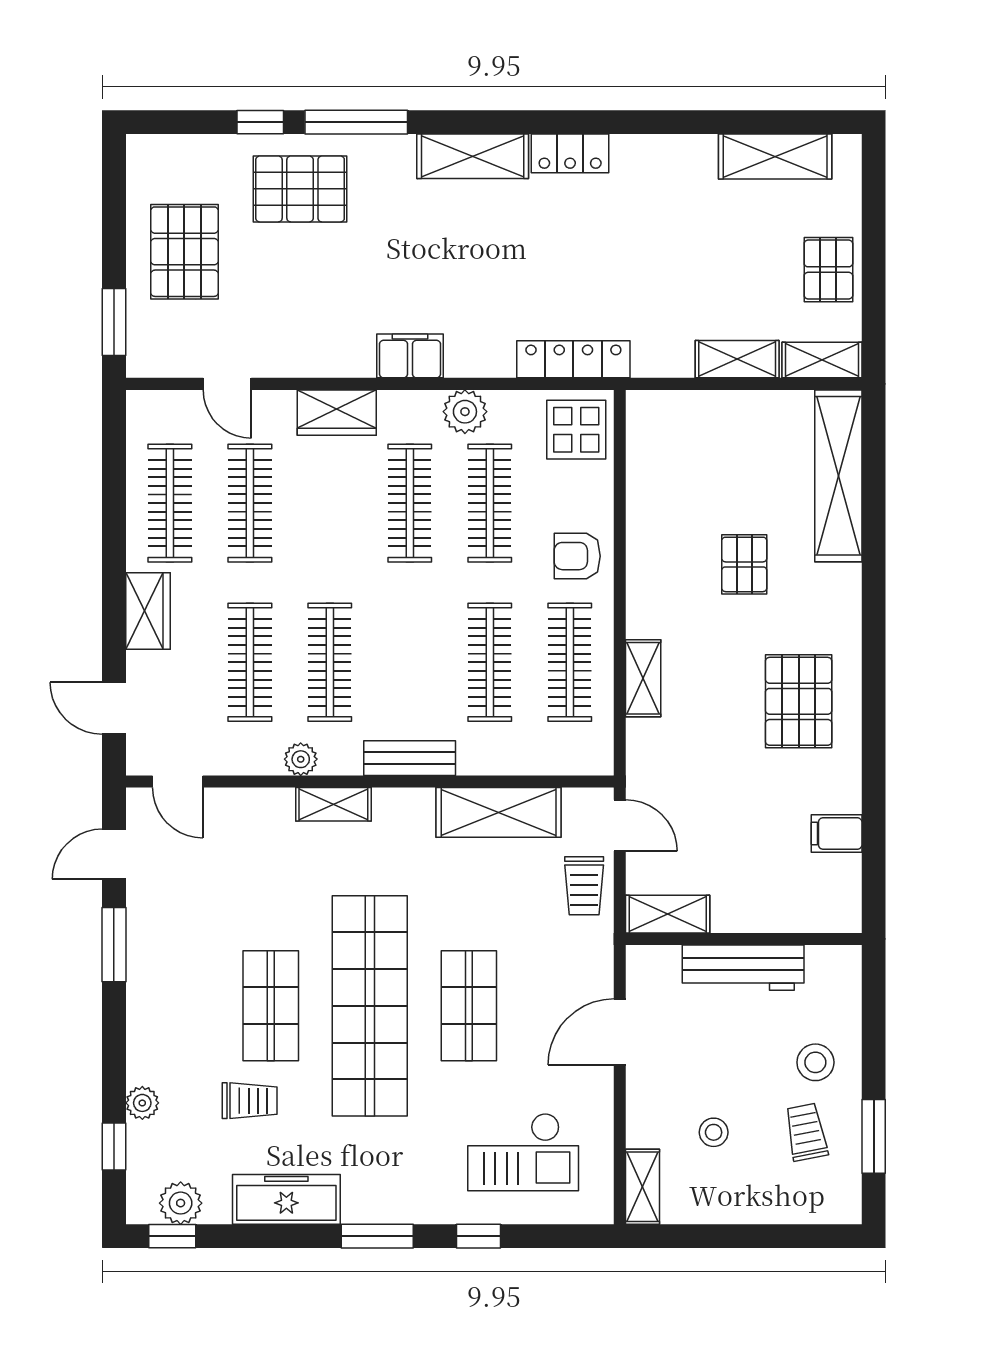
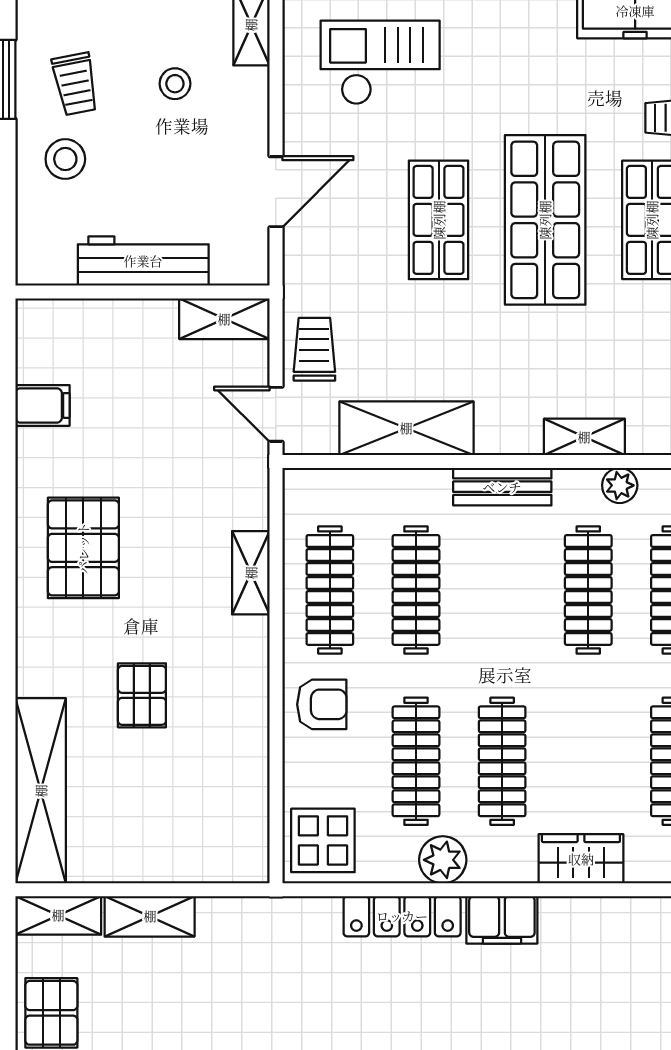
locker: (573, 359) -> (402, 916), moved
shop shelf: (370, 1006) -> (545, 220), width x0.71

